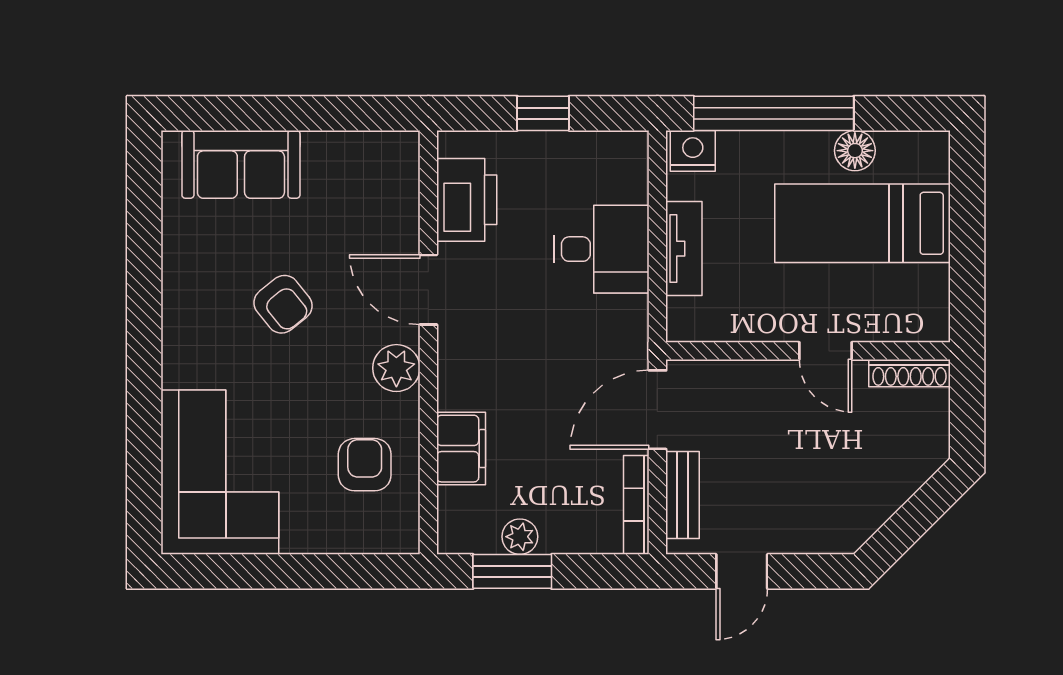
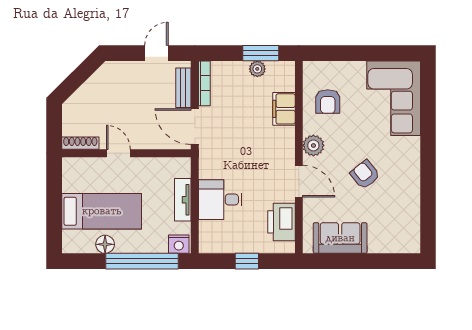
sofa: (241, 164) -> (340, 238), moved
door: (657, 410) -> (195, 127), swing flipped

